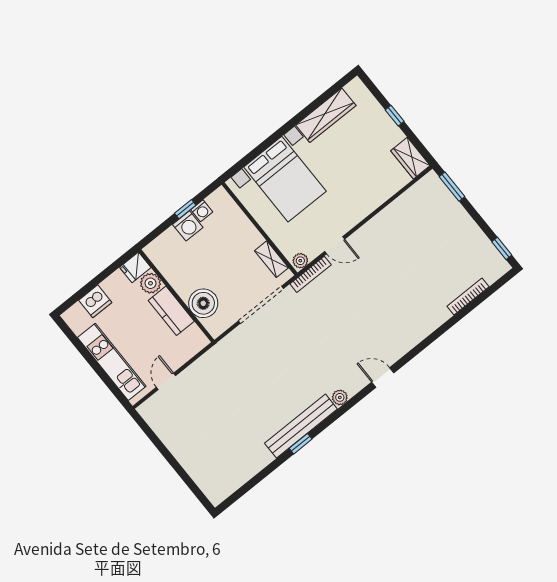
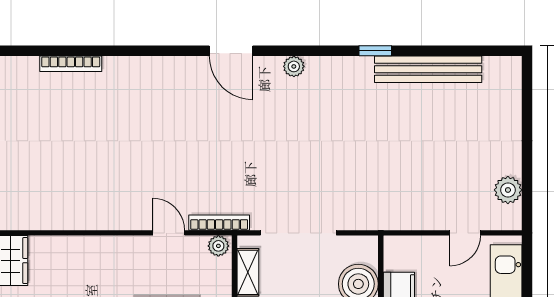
door: (383, 377) -> (231, 51), width x1.38
plant: (161, 425) -> (508, 190), added
bench: (301, 426) -> (428, 69), moved

